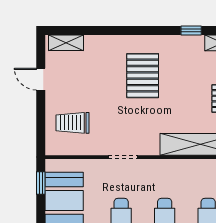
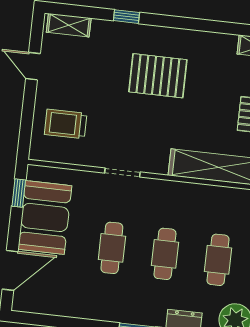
window: (191, 30) -> (126, 17), moved
pallet: (143, 76) -> (158, 76), turned 90

